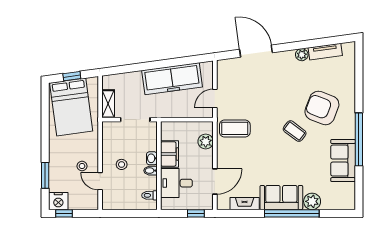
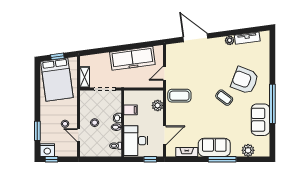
filing cabinet: (170, 154) -> (131, 110), width x0.50
desk: (176, 183) -> (136, 141), width x1.37
plant: (312, 201) -> (248, 150), moved
window: (292, 213) -> (222, 159), width x0.68

